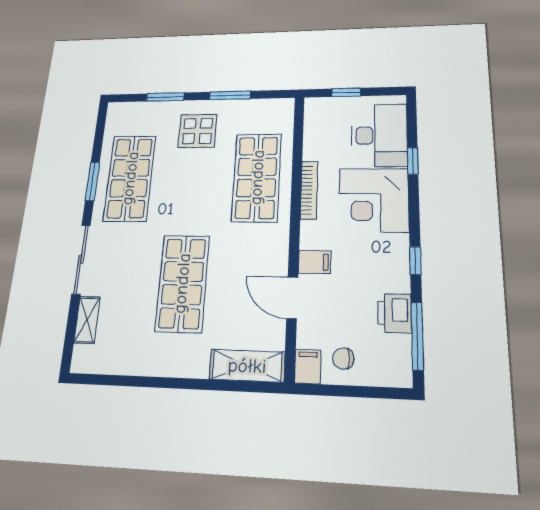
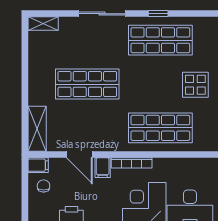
window: (92, 181) -> (158, 14), width x0.67
bookcase: (309, 190) -> (132, 163), moved
door: (292, 298) -> (79, 154), swing flipped
shelving: (87, 320) -> (43, 23), moved

